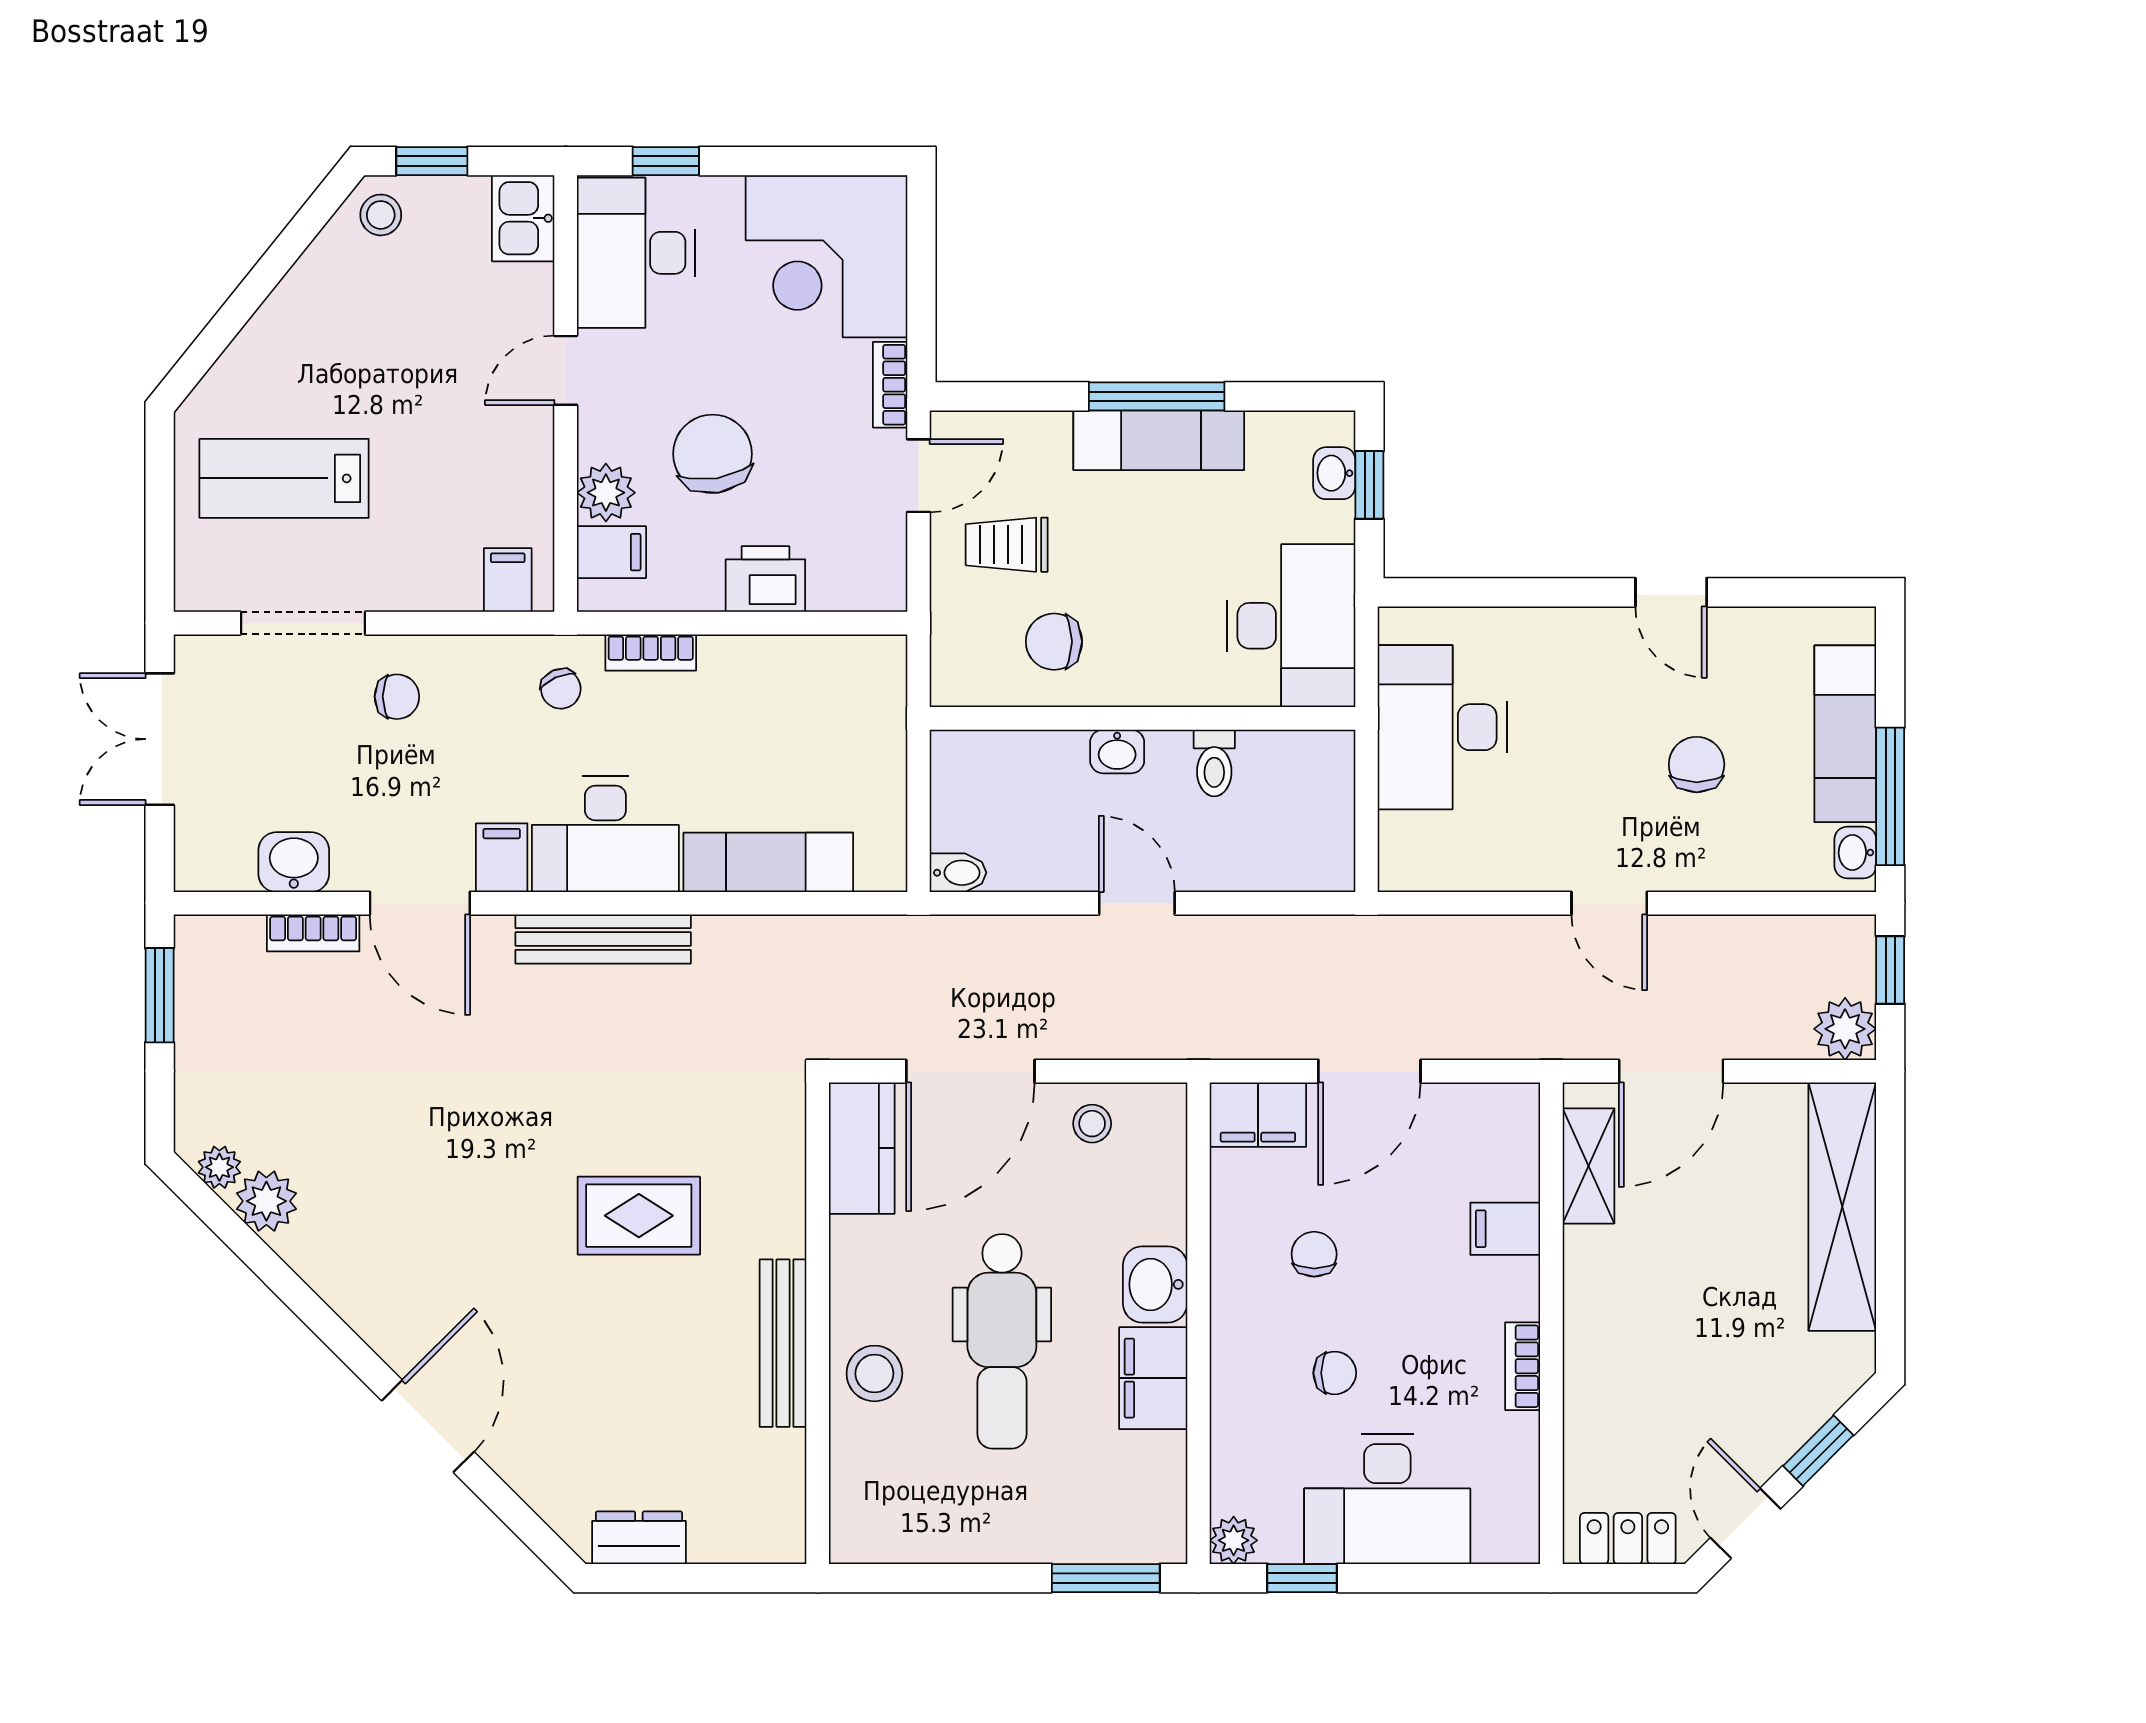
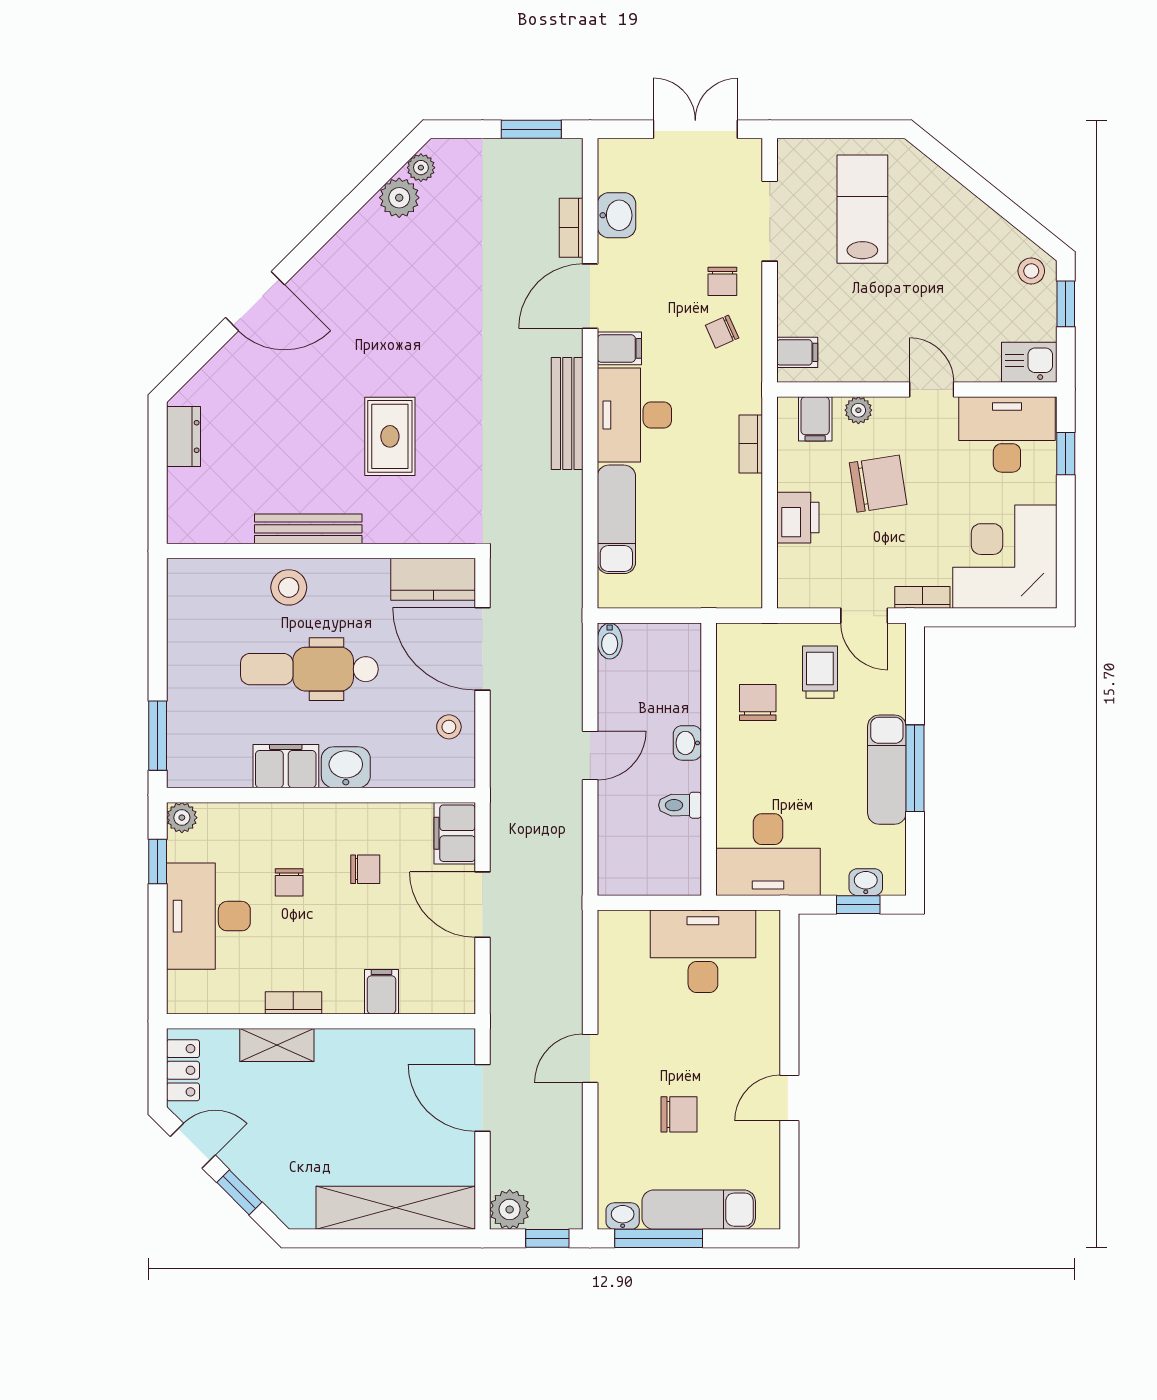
plant: (606, 493) -> (858, 410), width x0.73, depth x0.73
chair: (561, 689) -> (722, 332), moved
shelving: (1588, 1166) -> (277, 1045), moved

